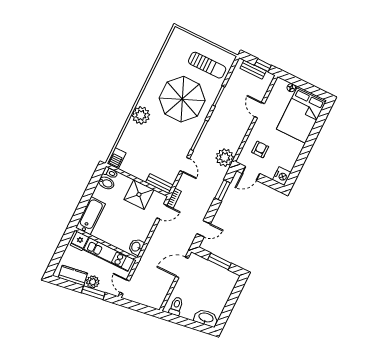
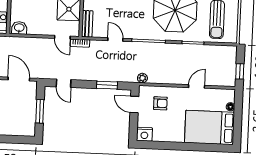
bench: (253, 70) -> (232, 64), removed
plant: (225, 158) -> (142, 78), width x0.53, depth x0.53
door: (185, 165) -> (115, 40), swing flipped

